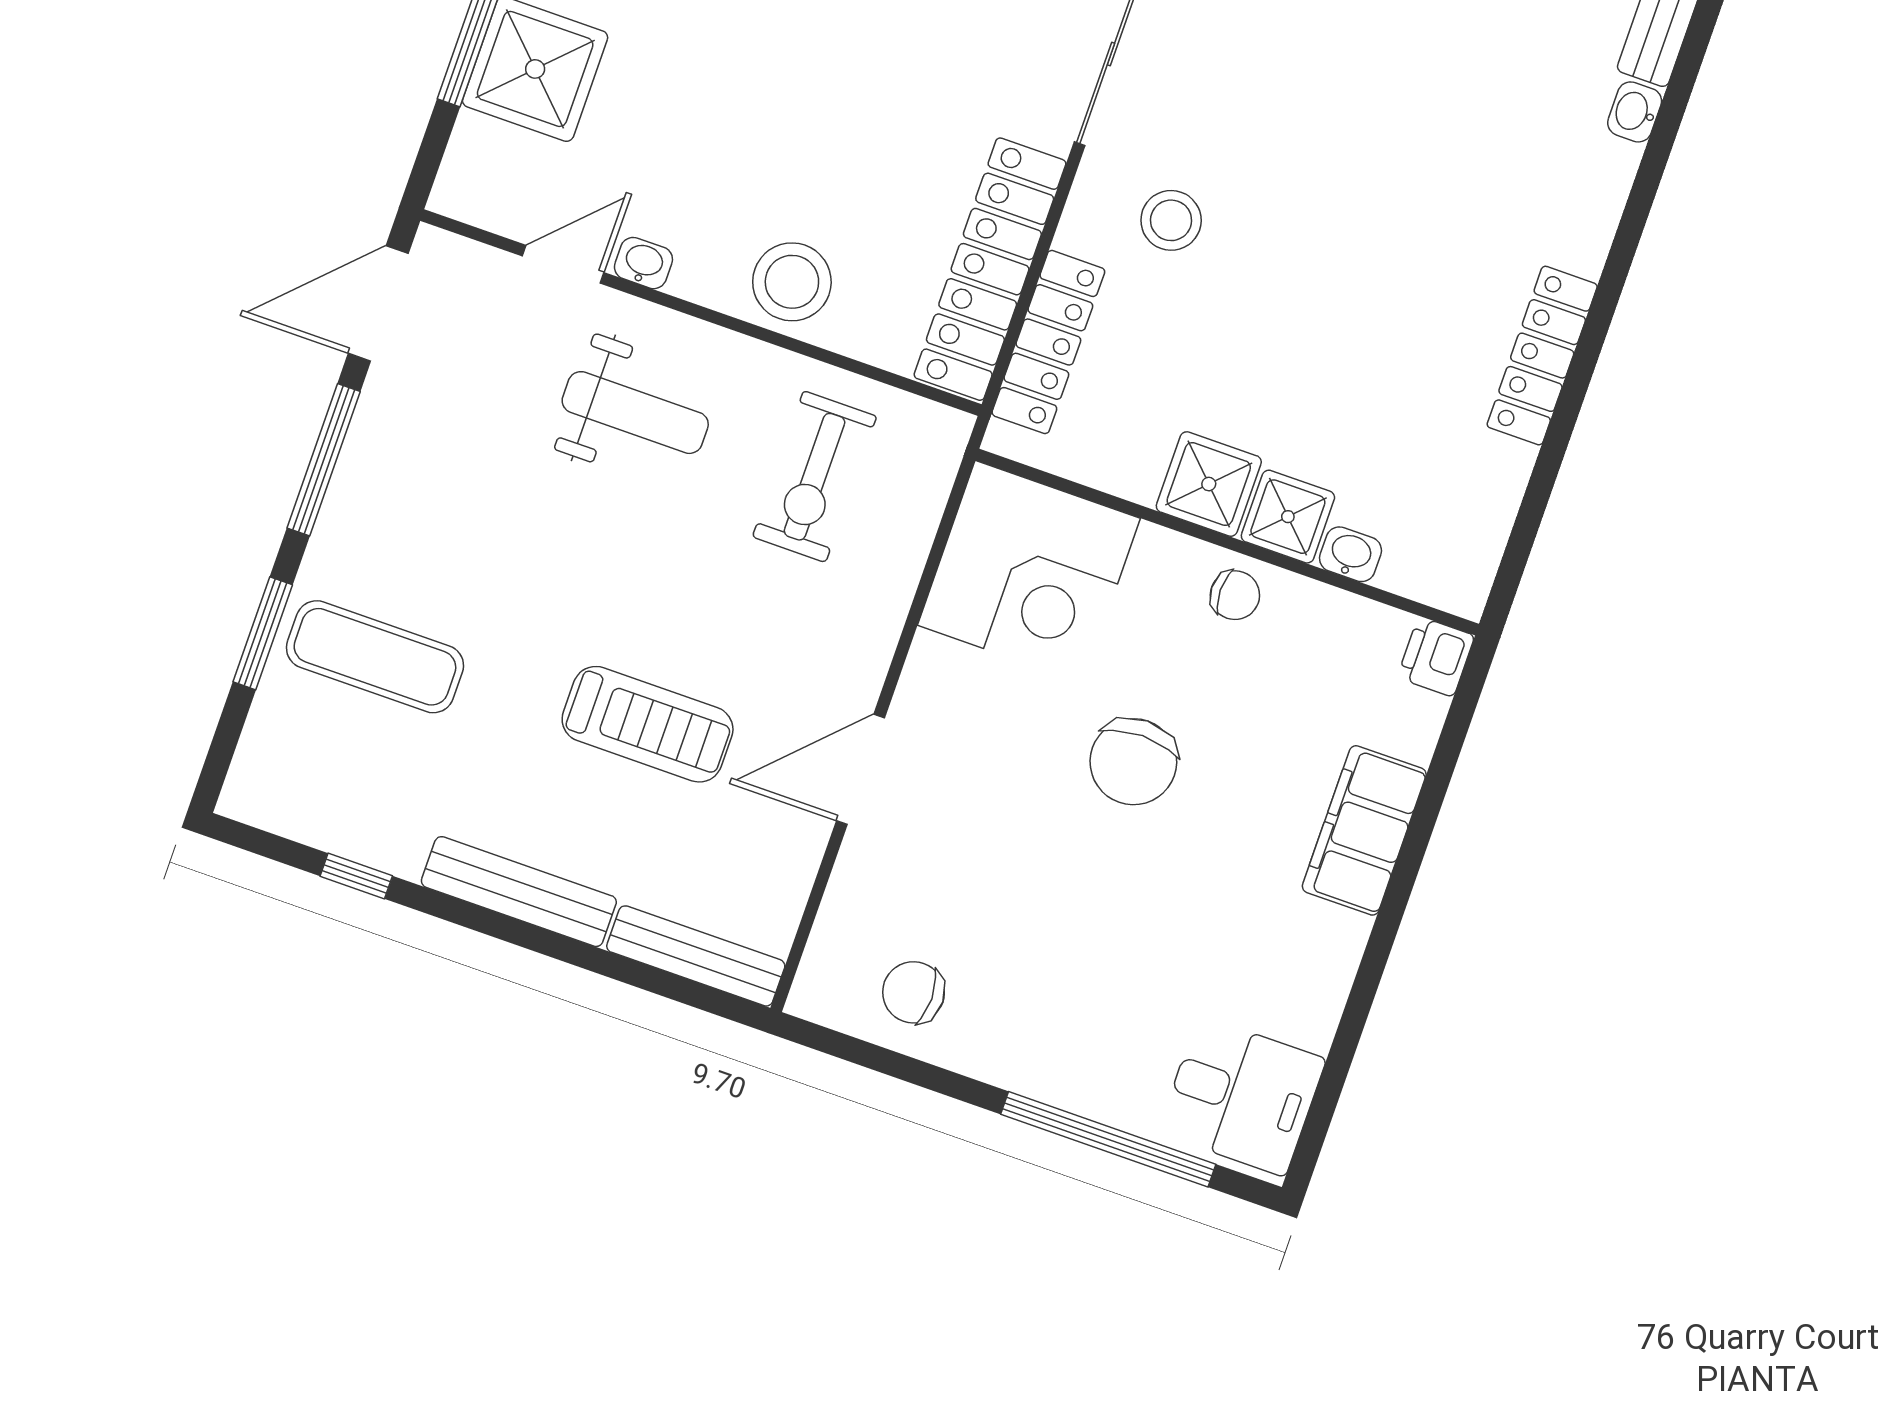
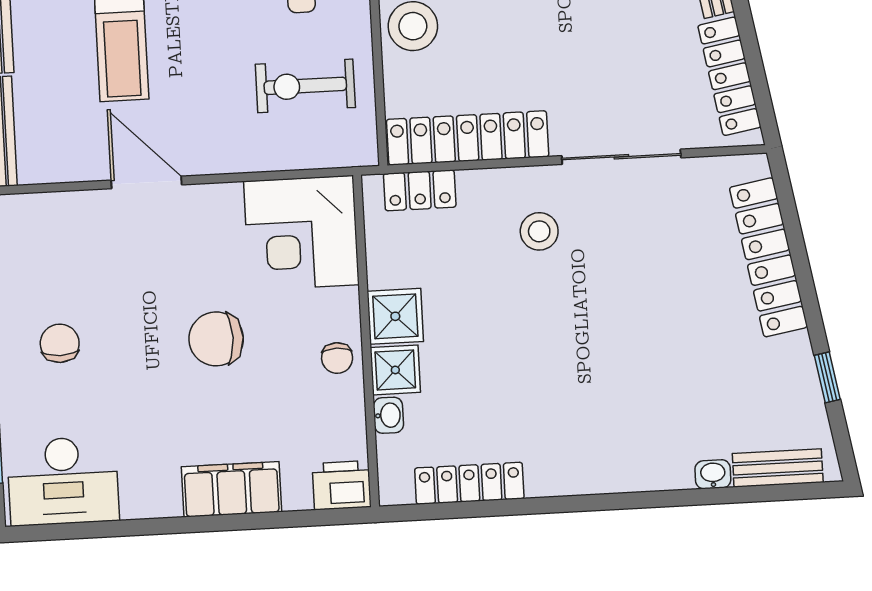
locker: (1048, 342) -> (420, 190), width x0.66
locker: (1542, 356) -> (469, 483), moved
printer: (1436, 657) -> (342, 485), width x1.36, depth x1.24
chair: (914, 992) -> (60, 343), moved
desk: (1242, 1096) -> (63, 481), width x1.37

